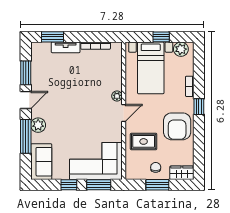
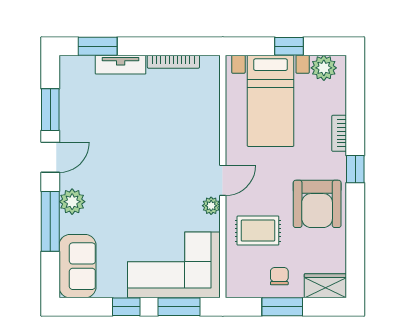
plant: (117, 96) -> (211, 206), moved

